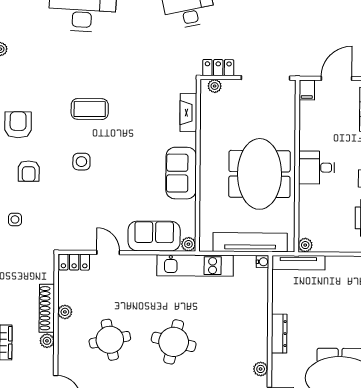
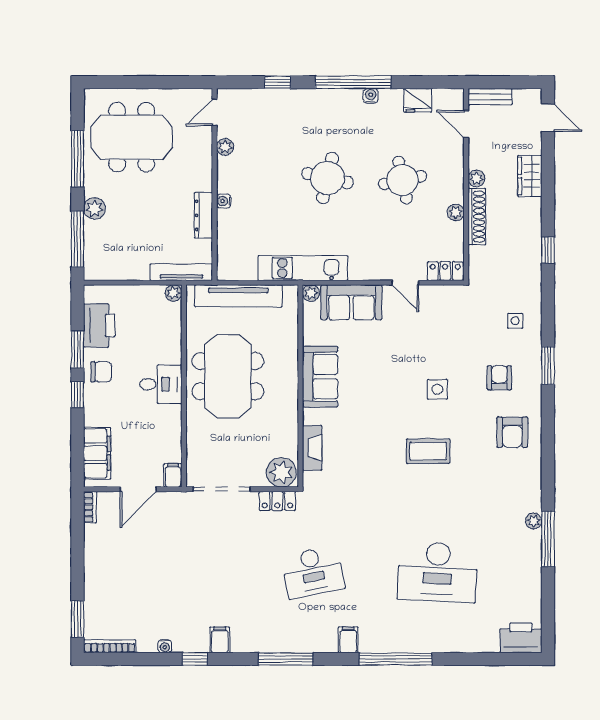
plant: (215, 86) -> (281, 472), width x1.88, depth x1.88
water cooler: (262, 262) -> (224, 201), moved
dresser: (279, 334) -> (203, 215), moved

